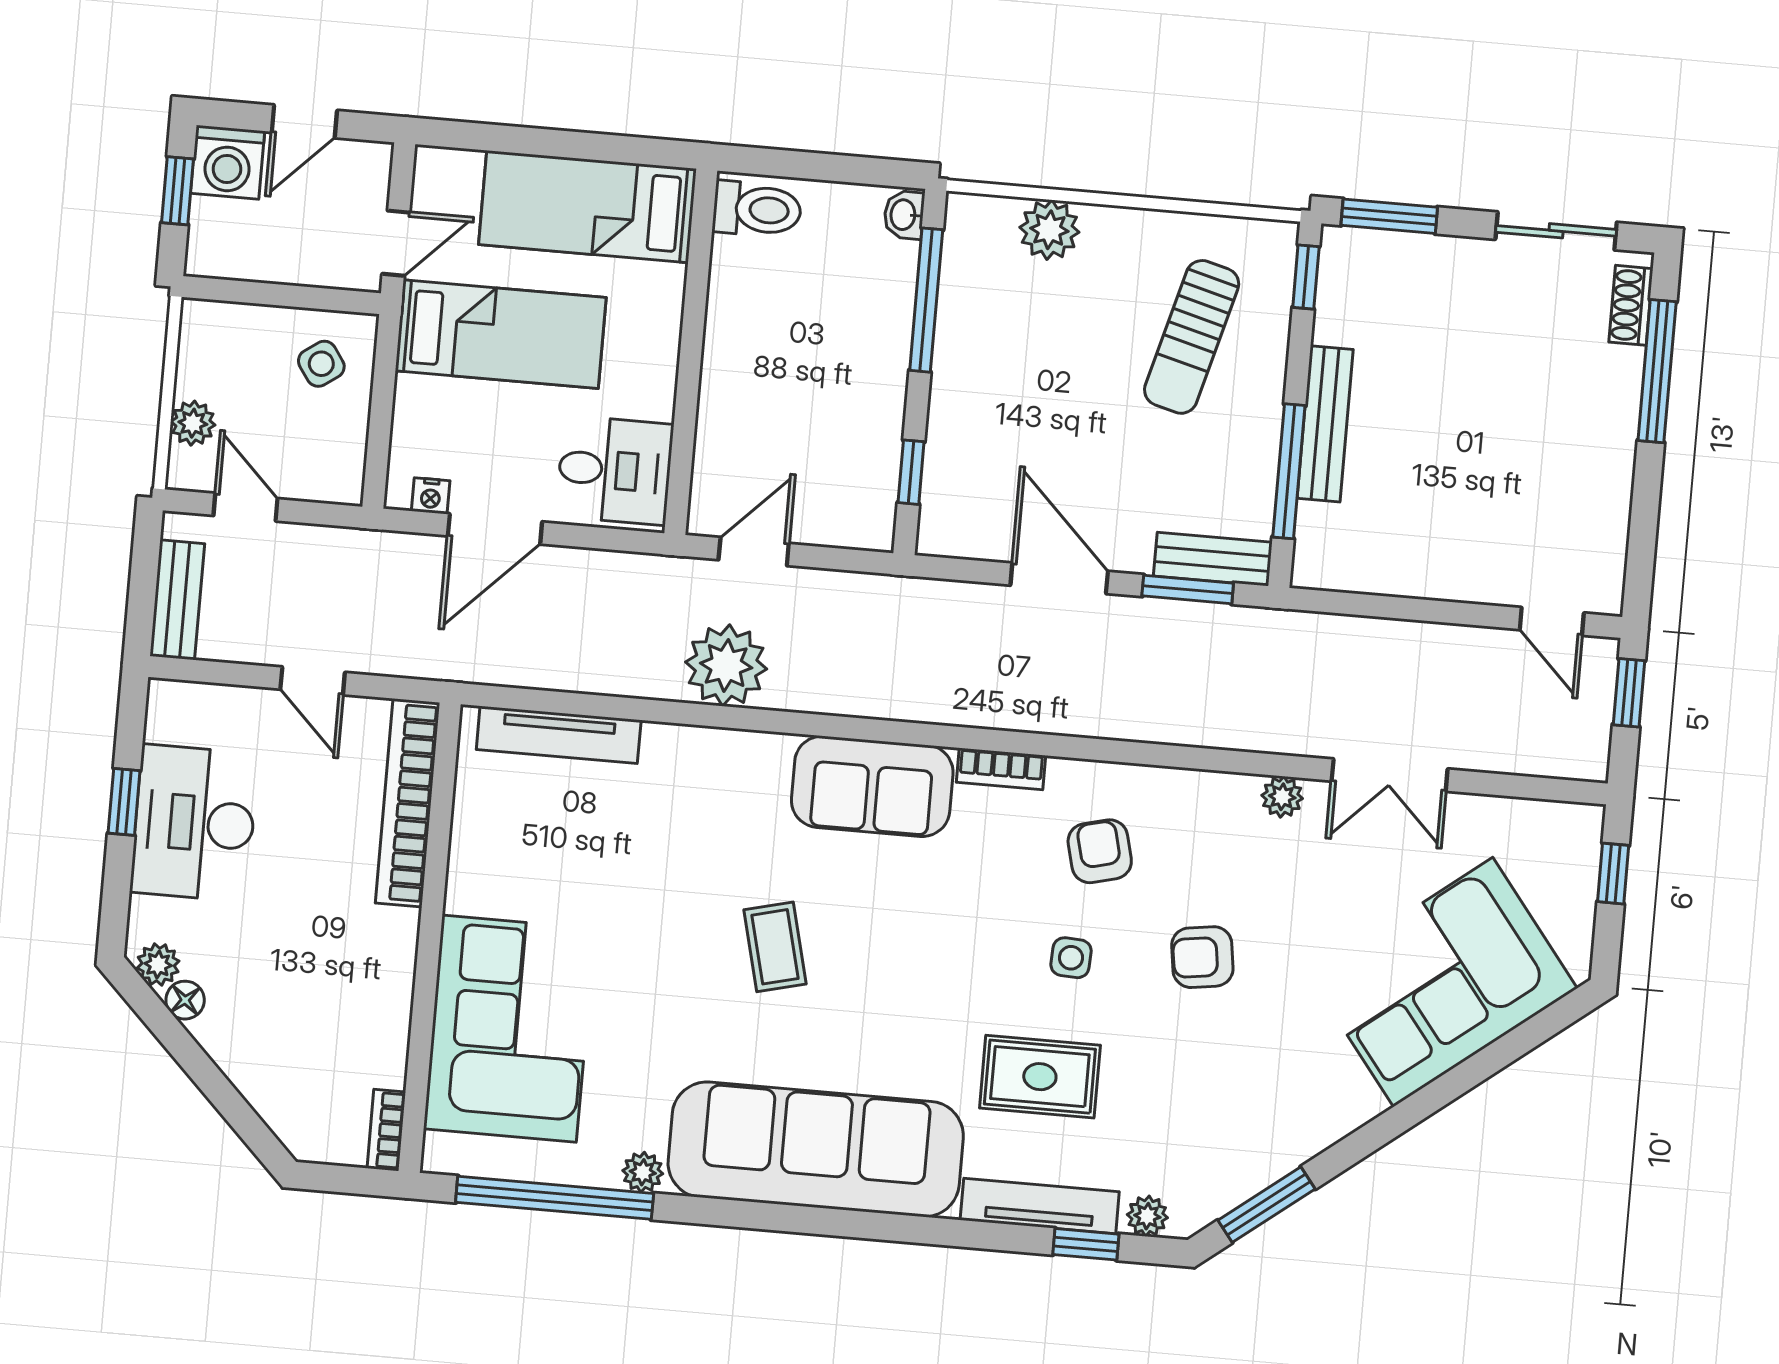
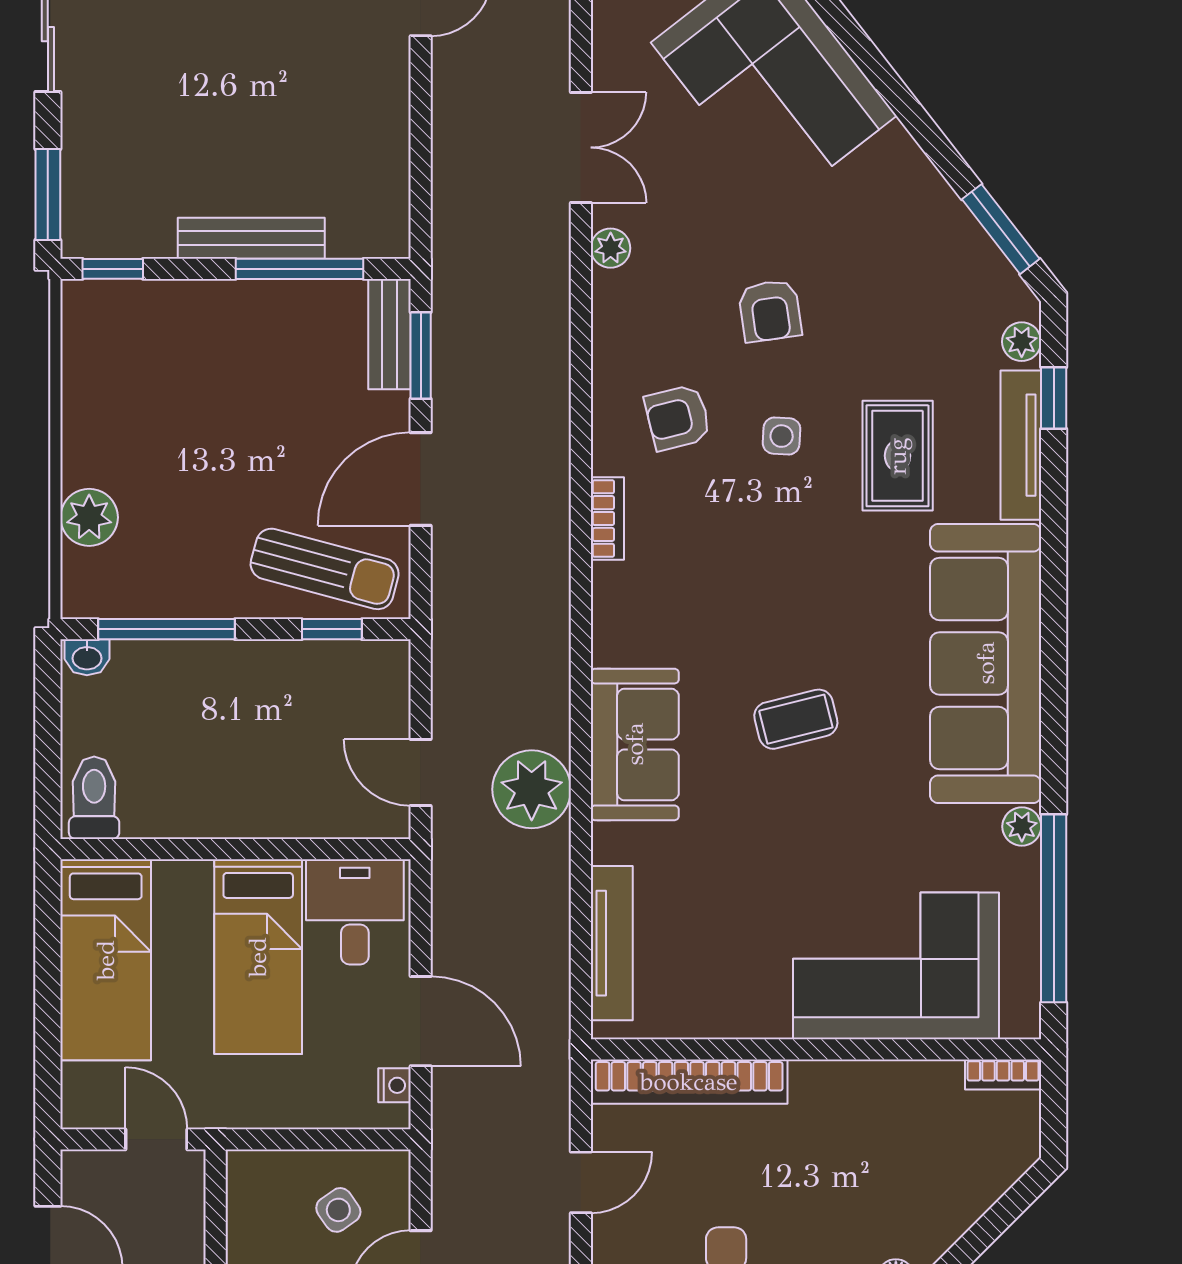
bed: (501, 334) -> (258, 957), moved, turned 180
sun lounger: (1192, 337) -> (325, 569), moved
side table: (321, 364) -> (338, 1210), moved
sofa: (872, 786) -> (635, 744), moved

